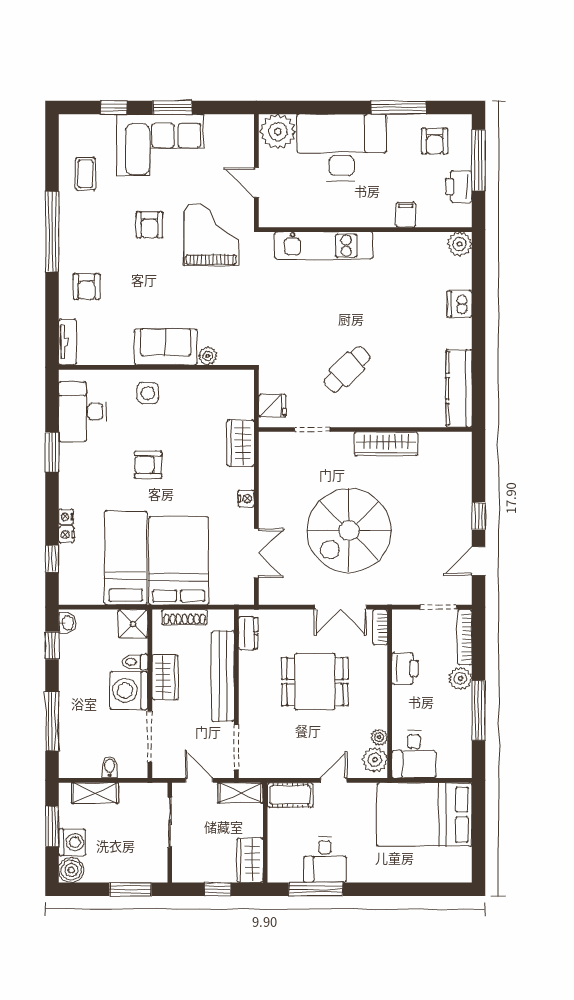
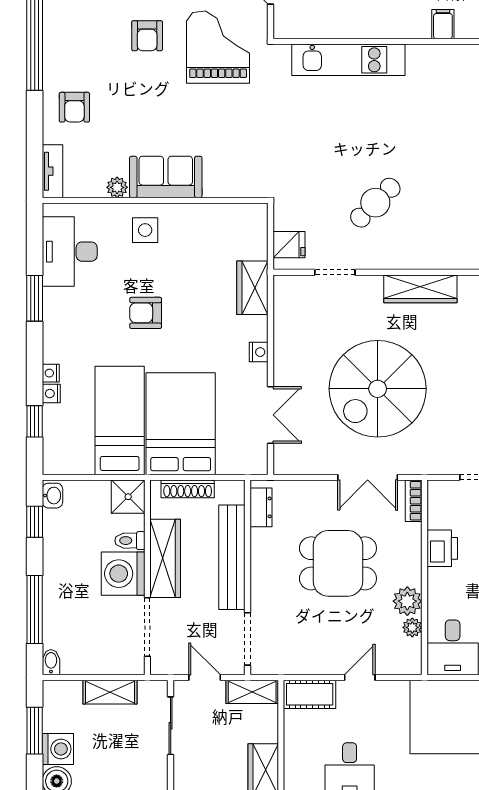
plant: (208, 356) -> (117, 187), moved
wardrobe: (165, 677) -> (165, 558), width x1.50
plant: (375, 760) -> (407, 601), moved
bidet: (110, 767) -> (51, 662), moved
shelving: (95, 793) -> (110, 692), moved

